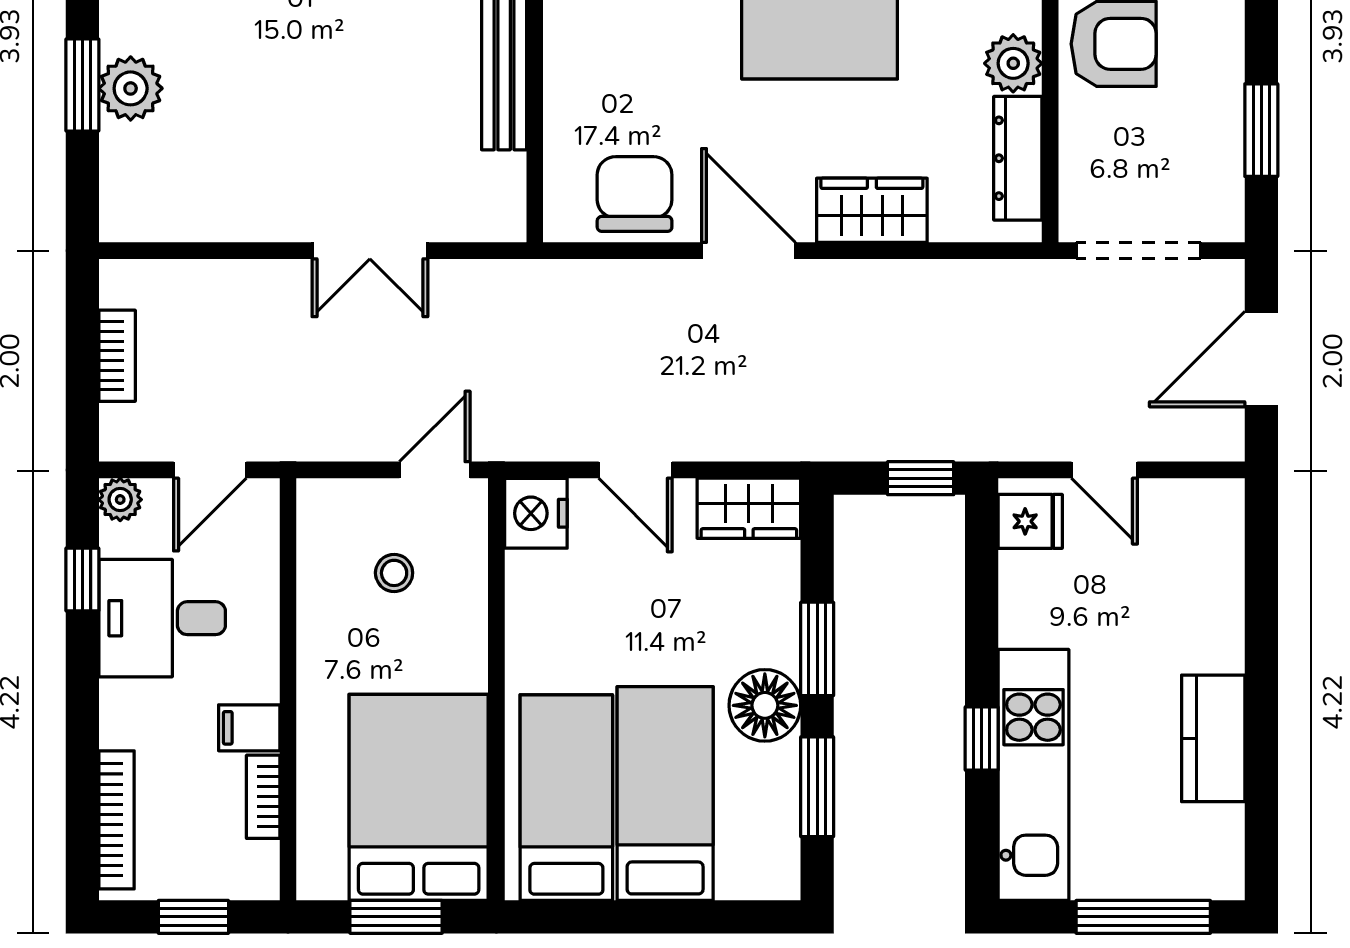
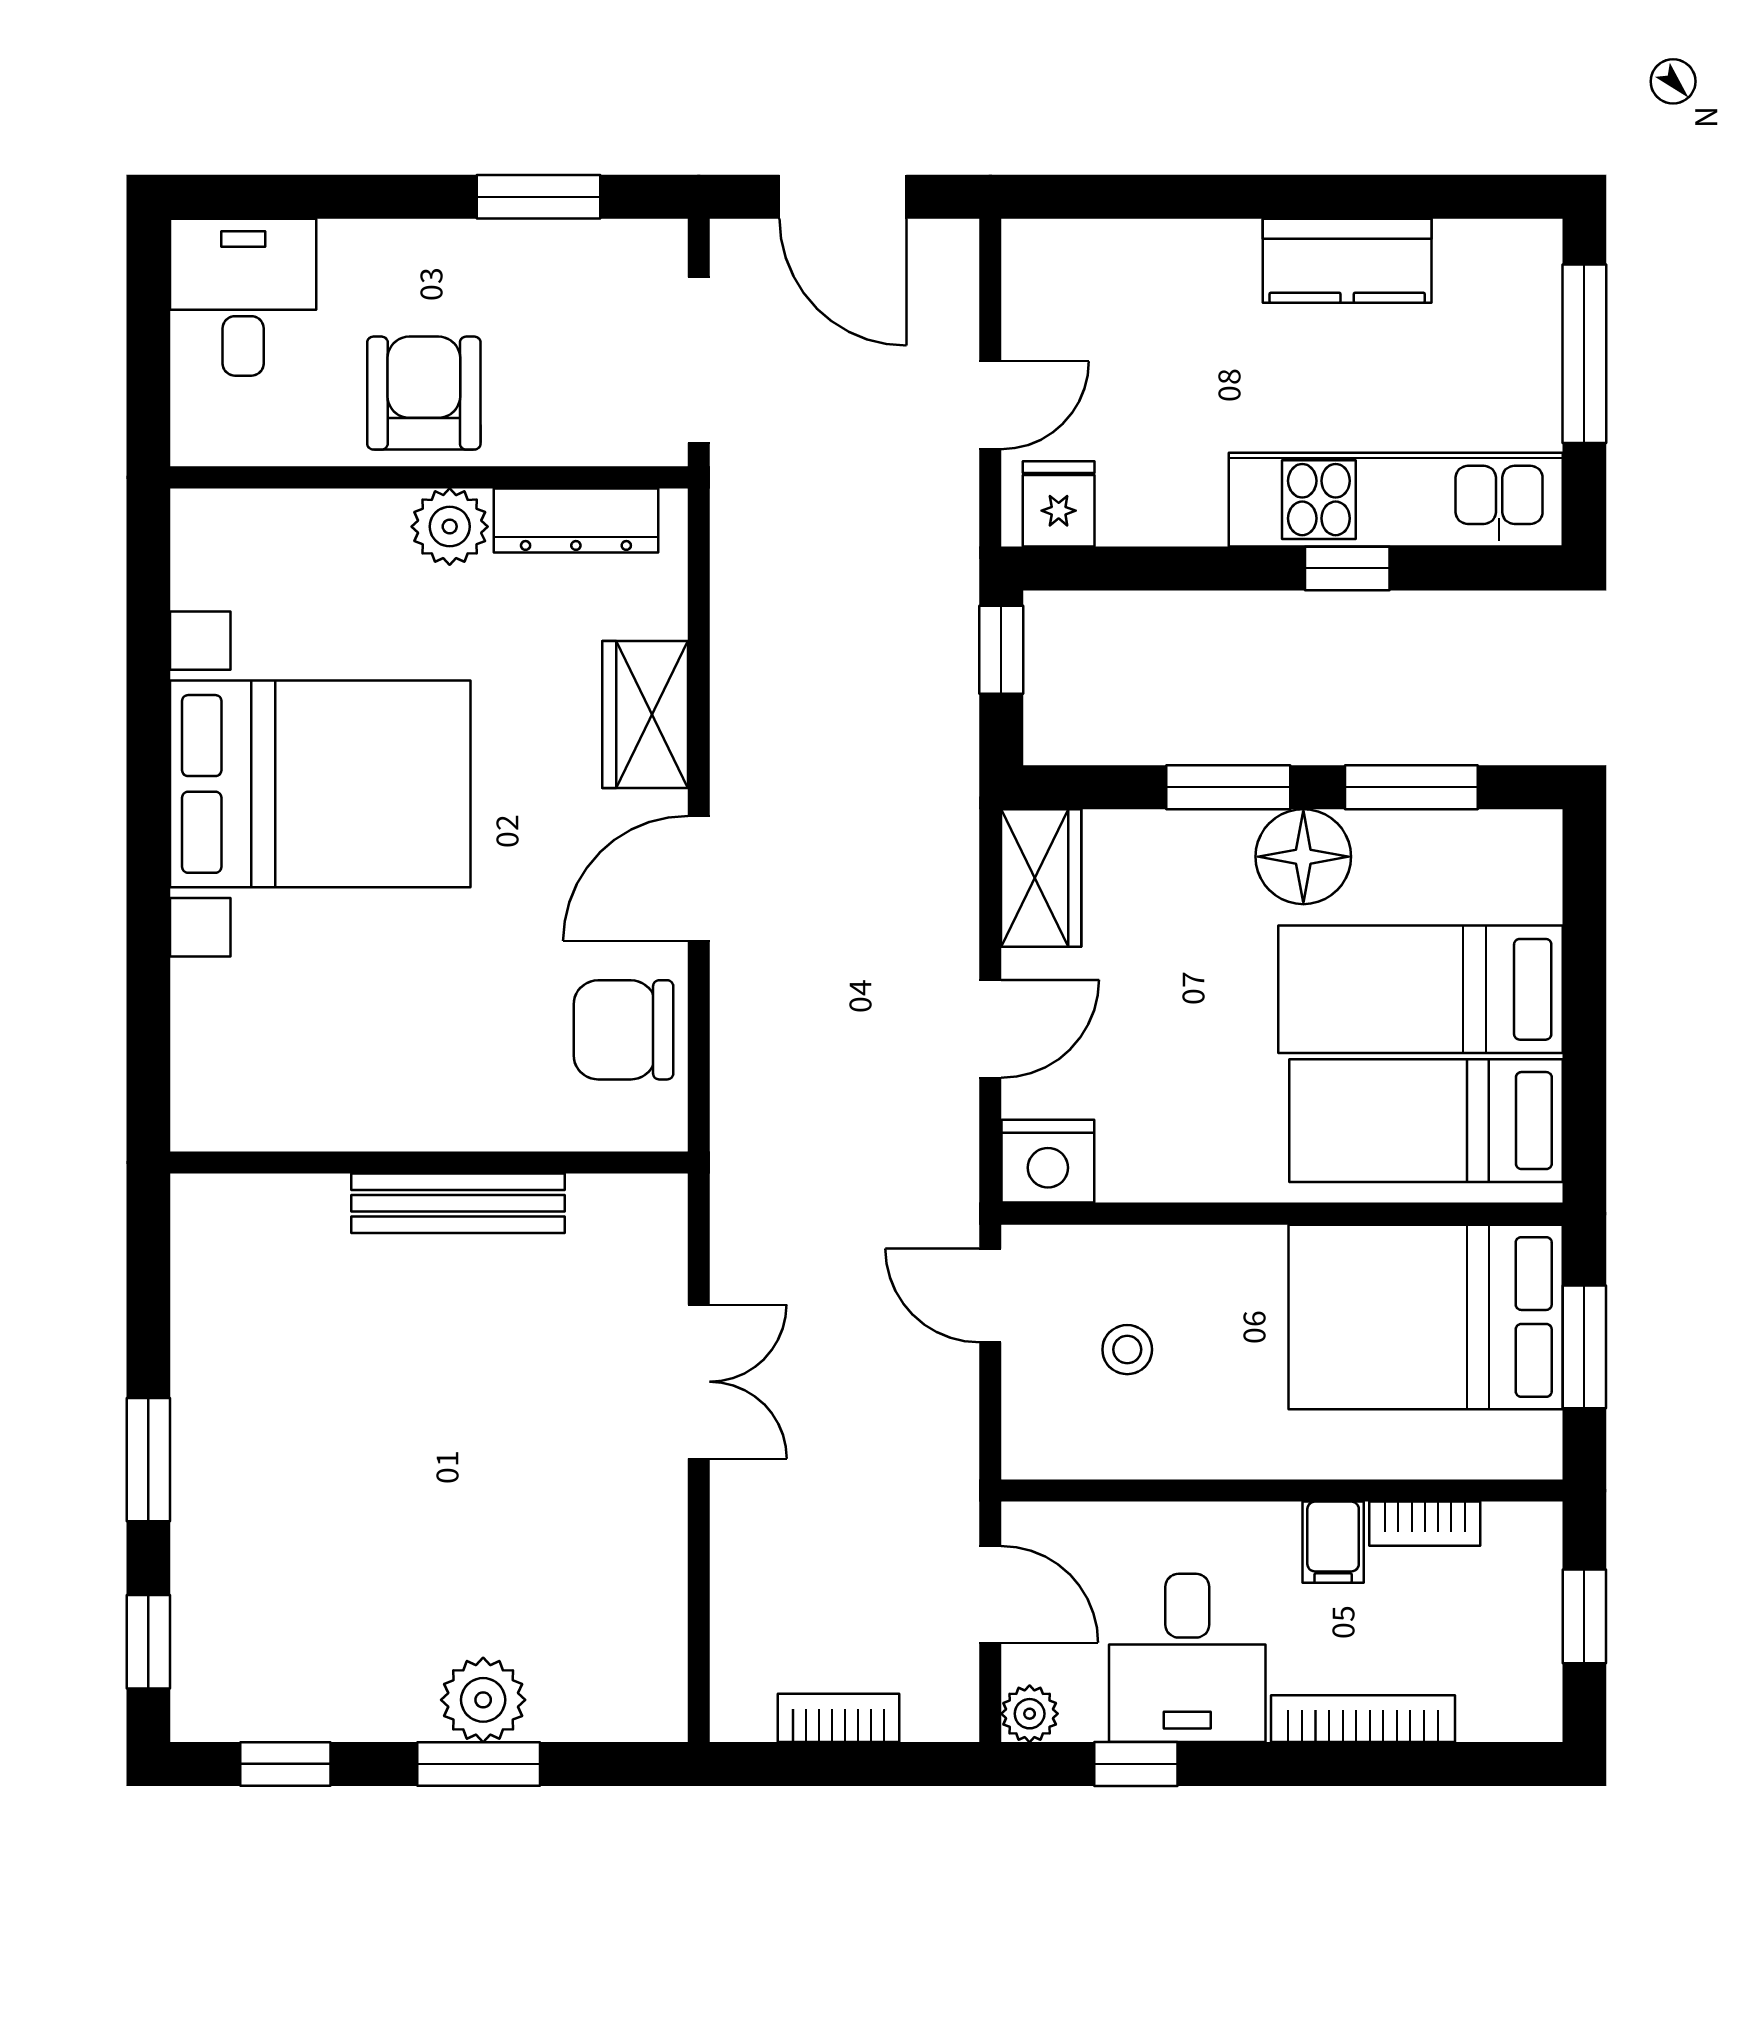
bookcase: (117, 820) -> (1363, 1719), moved

